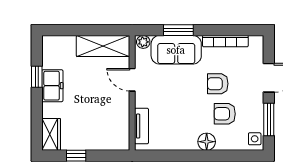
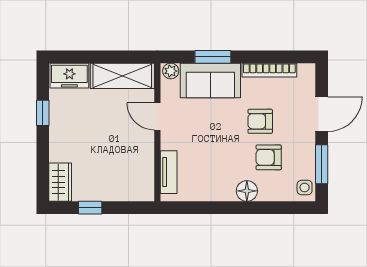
freezer: (52, 86) -> (69, 76), moved, turned 90

